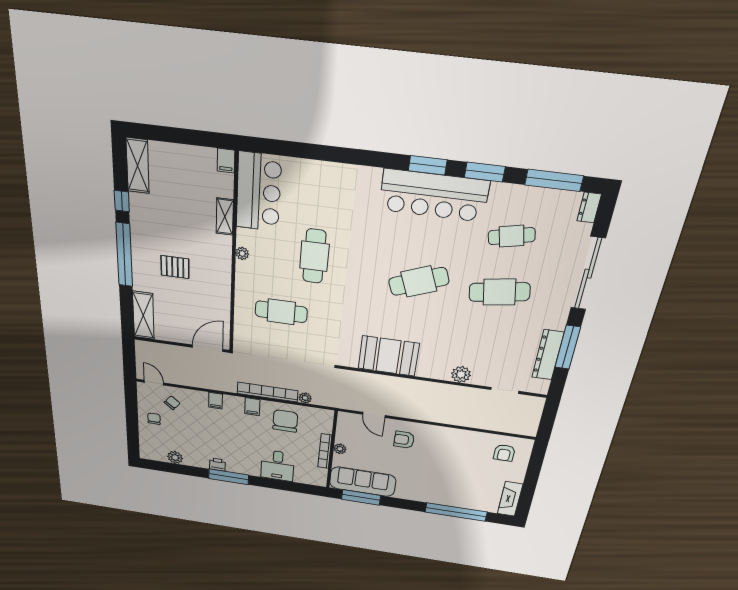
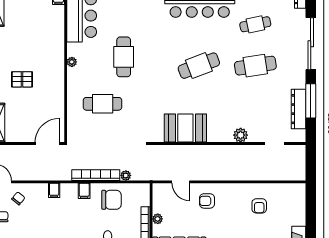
shelving: (225, 217) -> (58, 36), removed
chair: (285, 421) -> (111, 200), turned 90
armchair: (504, 453) -> (259, 206), moved

